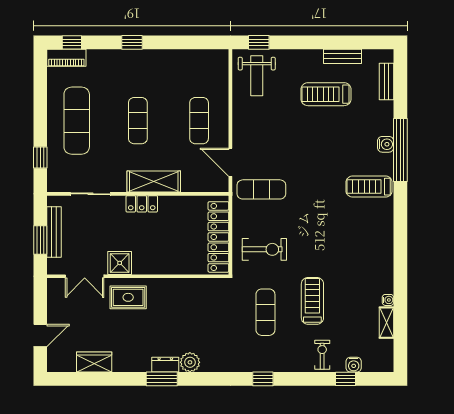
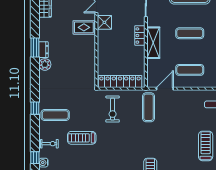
rug: (128, 297) -> (84, 27), turned 90
treadmill: (312, 301) -> (82, 138), turned 180
exercise mat: (265, 312) -> (55, 115), moved

